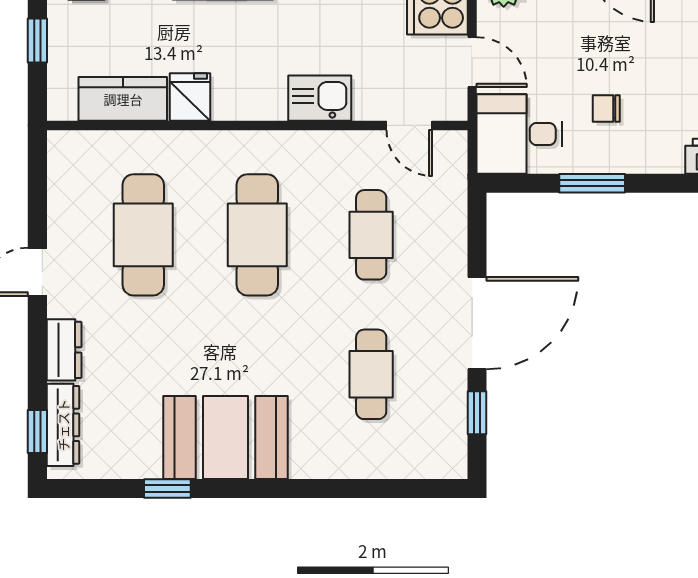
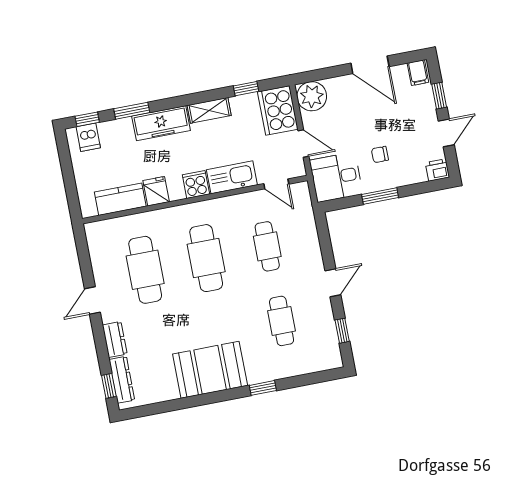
window: (37, 41) -> (69, 177), removed
kitchen sink: (320, 98) -> (232, 177), width x1.38
cooker: (264, 99) -> (196, 184), added
door: (477, 323) -> (333, 283), width x0.53
window: (167, 489) -> (263, 388), moved

